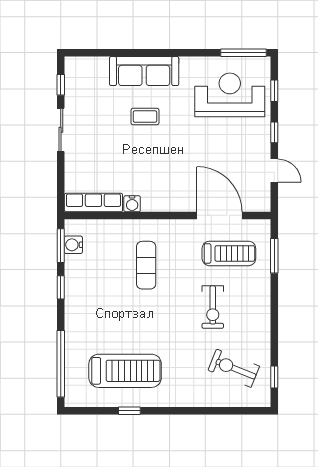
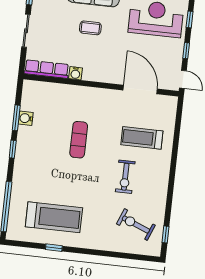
row of seats: (93, 202) -> (47, 69), moved
water cooler: (132, 204) -> (75, 73), moved
wall: (167, 215) -> (101, 85), moved
door: (220, 215) -> (140, 89), moved
treadmill: (229, 253) -> (142, 138), turned 180
window: (274, 256) -> (176, 143), removed

